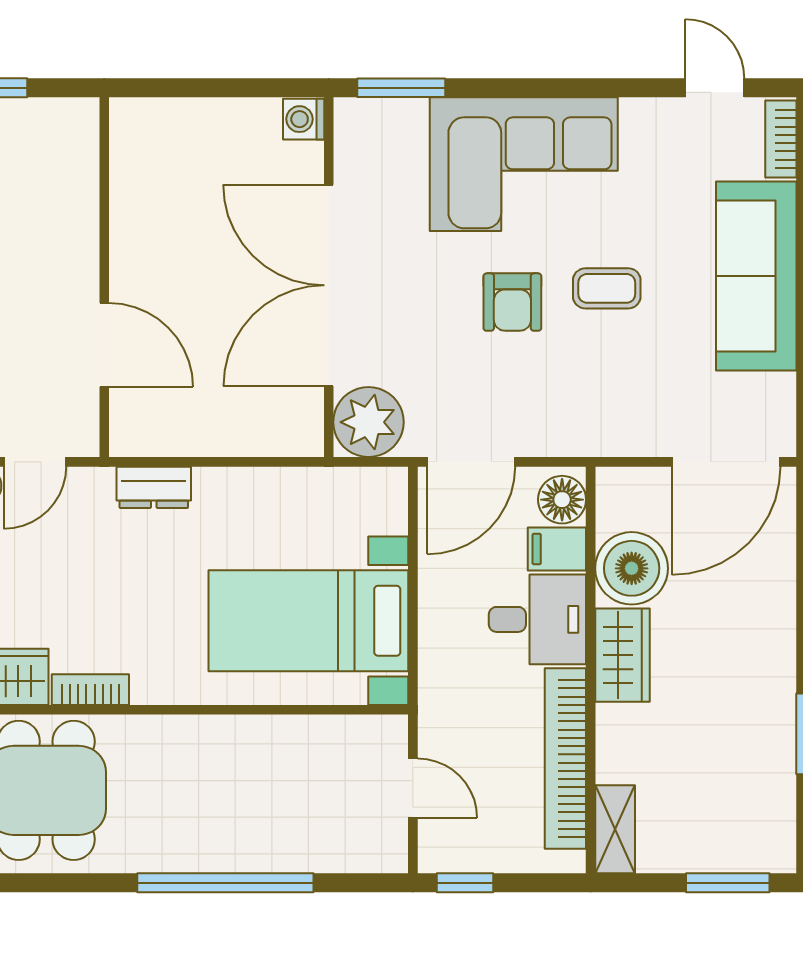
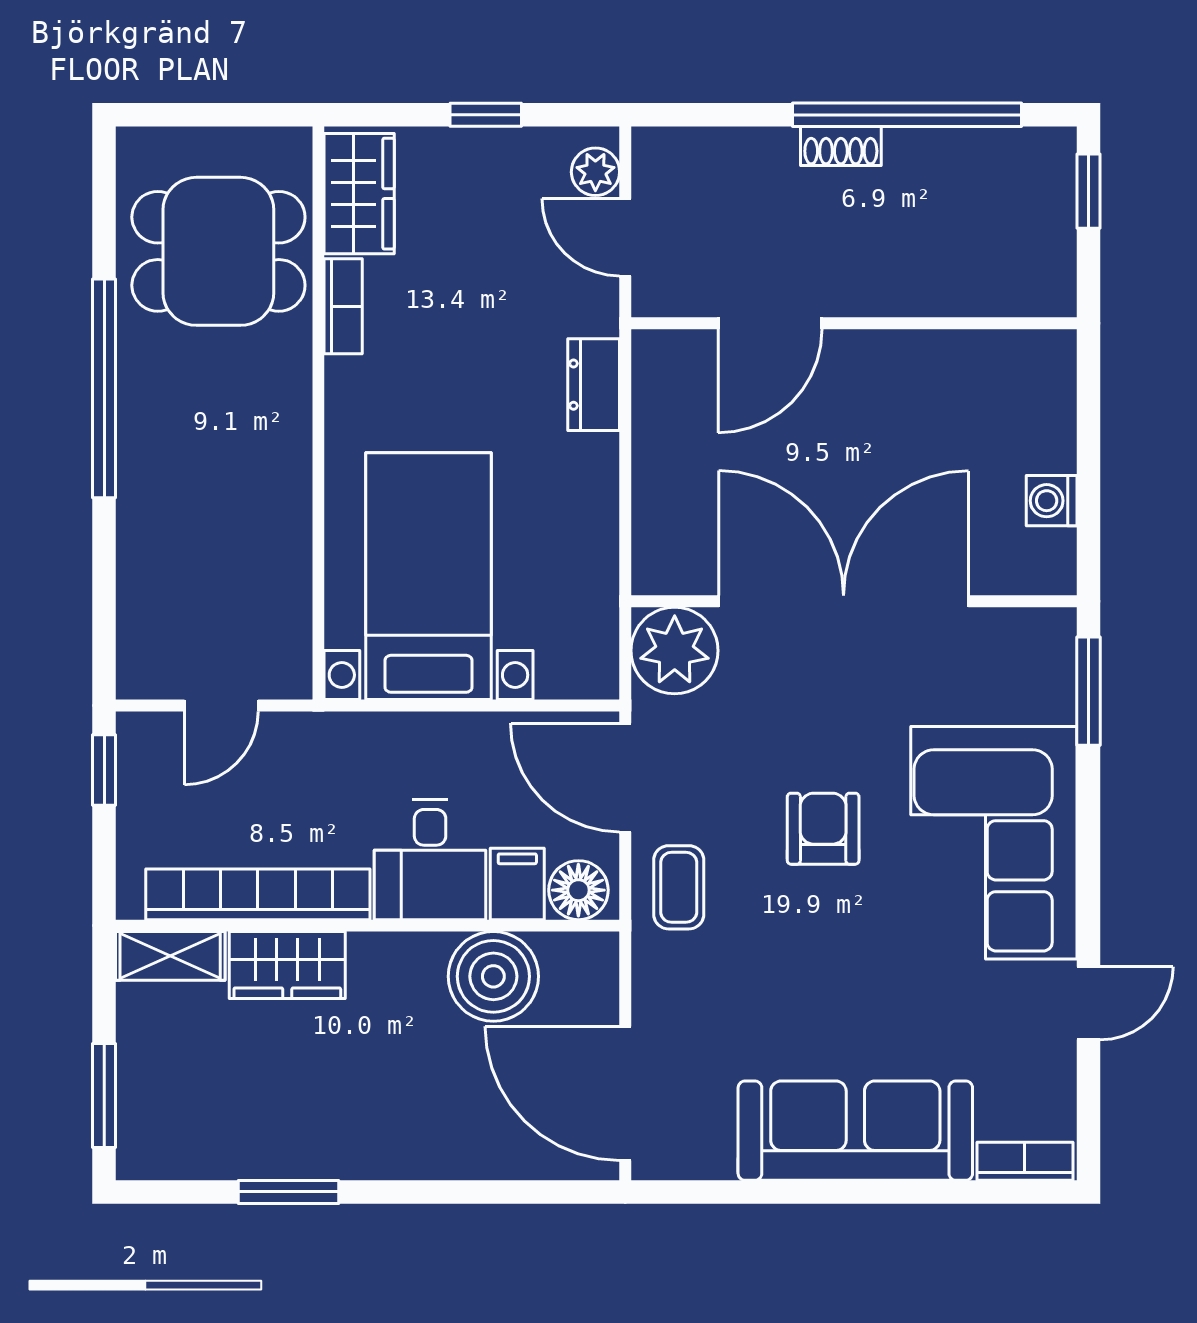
door: (715, 88) -> (1089, 1003), moved
washing machine: (304, 119) -> (1052, 501), moved, turned -90
coffee table: (607, 288) -> (679, 887), moved
armchair: (512, 302) -> (823, 829), turned 90
wardrobe: (622, 655) -> (287, 965), moved
window: (225, 883) -> (104, 388), moved

